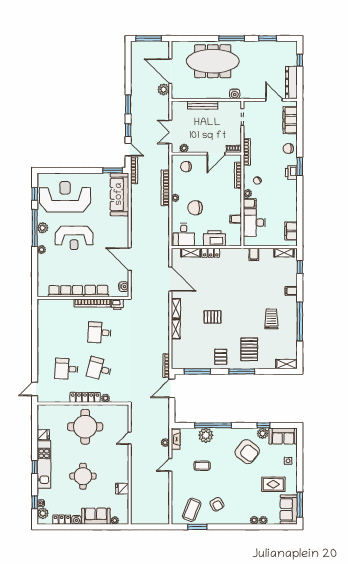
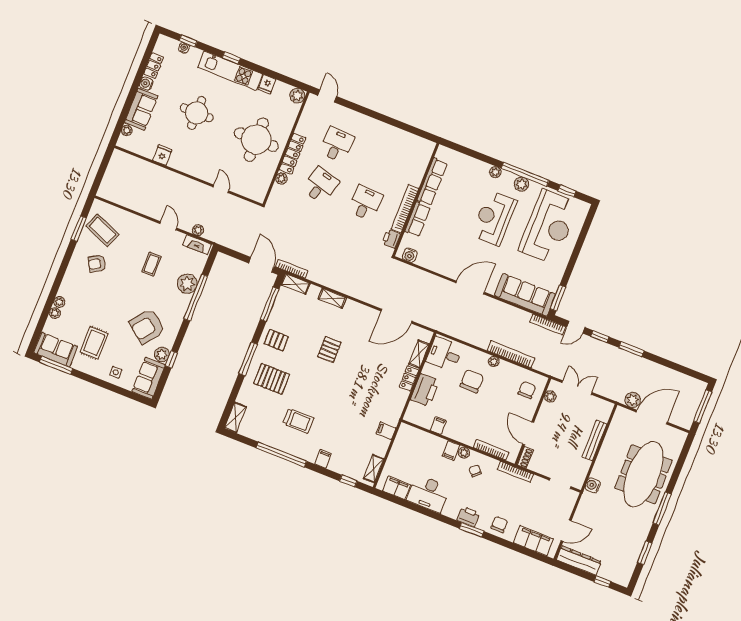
desk: (254, 223) -> (428, 494), moved, turned 180
door: (130, 259) -> (470, 288), moved
shelving: (176, 309) -> (296, 284), moved
plant: (43, 513) -> (297, 96), moved

